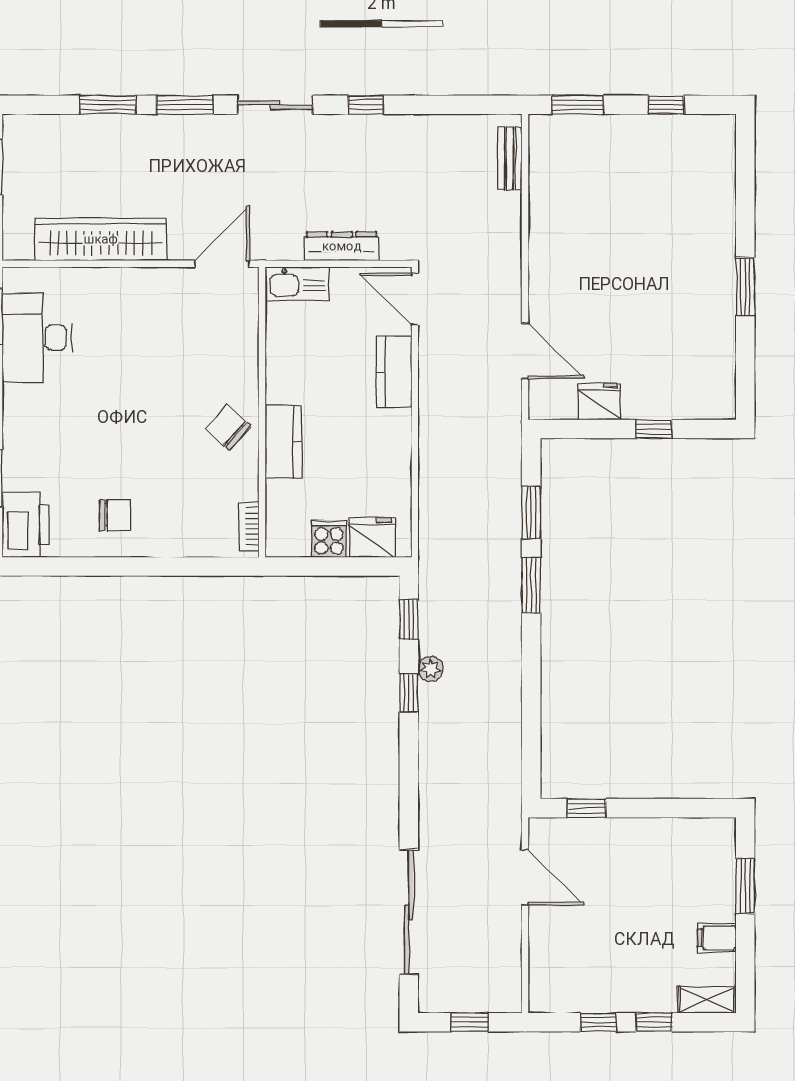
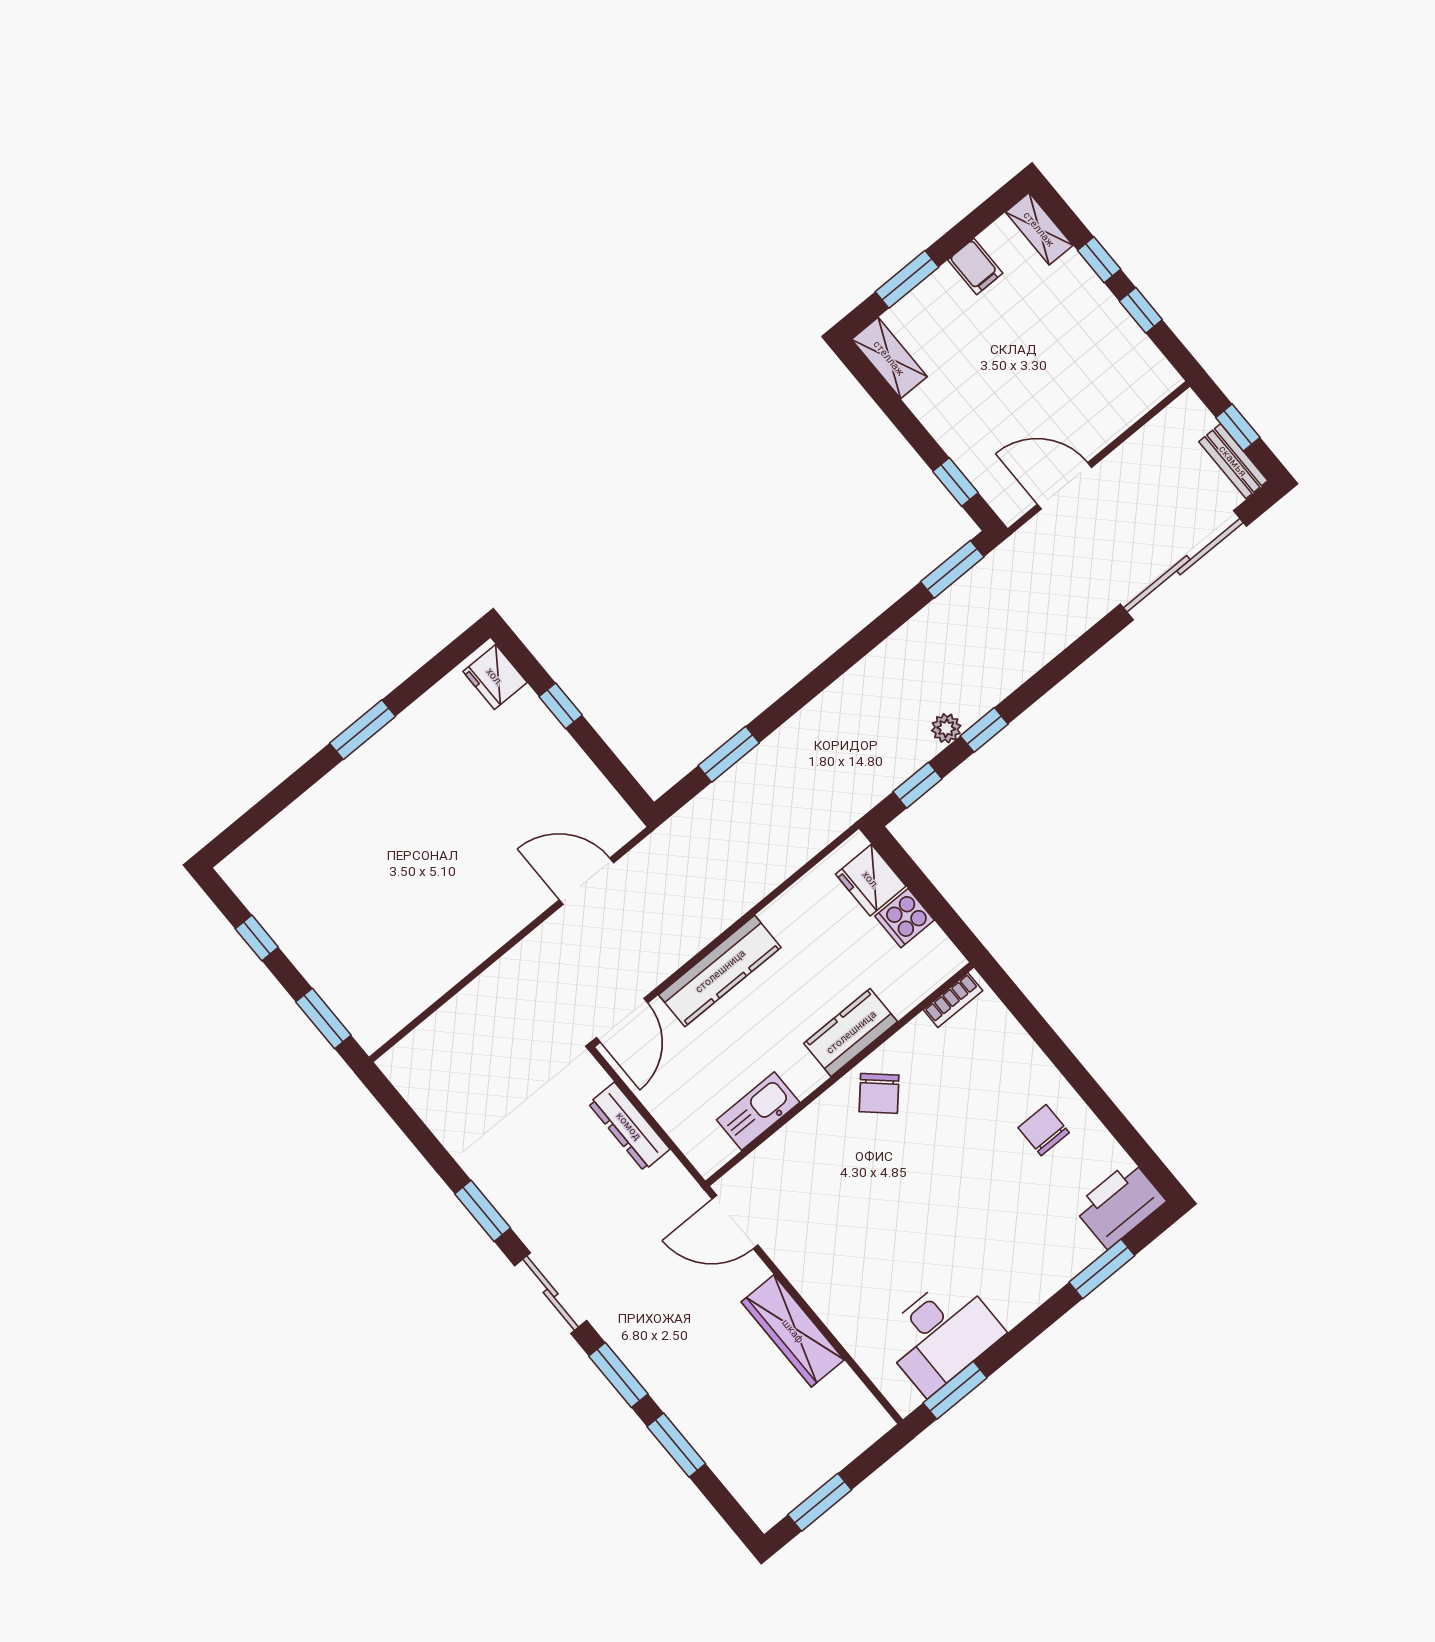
window: (366, 105) -> (483, 1211), width x1.50
bench: (510, 158) -> (1233, 461), moved, turned 90
wardrobe: (101, 239) -> (793, 1331), width x0.71, depth x0.85
kitchen sink: (297, 284) -> (758, 1111), moved, turned -90
door: (525, 351) -> (586, 881), hinge flipped
kitchen counter: (394, 372) -> (720, 971), width x1.50
fridge: (599, 402) -> (495, 677), moved
window: (531, 585) -> (952, 569), moved
shelving: (703, 832) -> (889, 358), added
door: (525, 877) -> (1064, 486), hinge flipped

